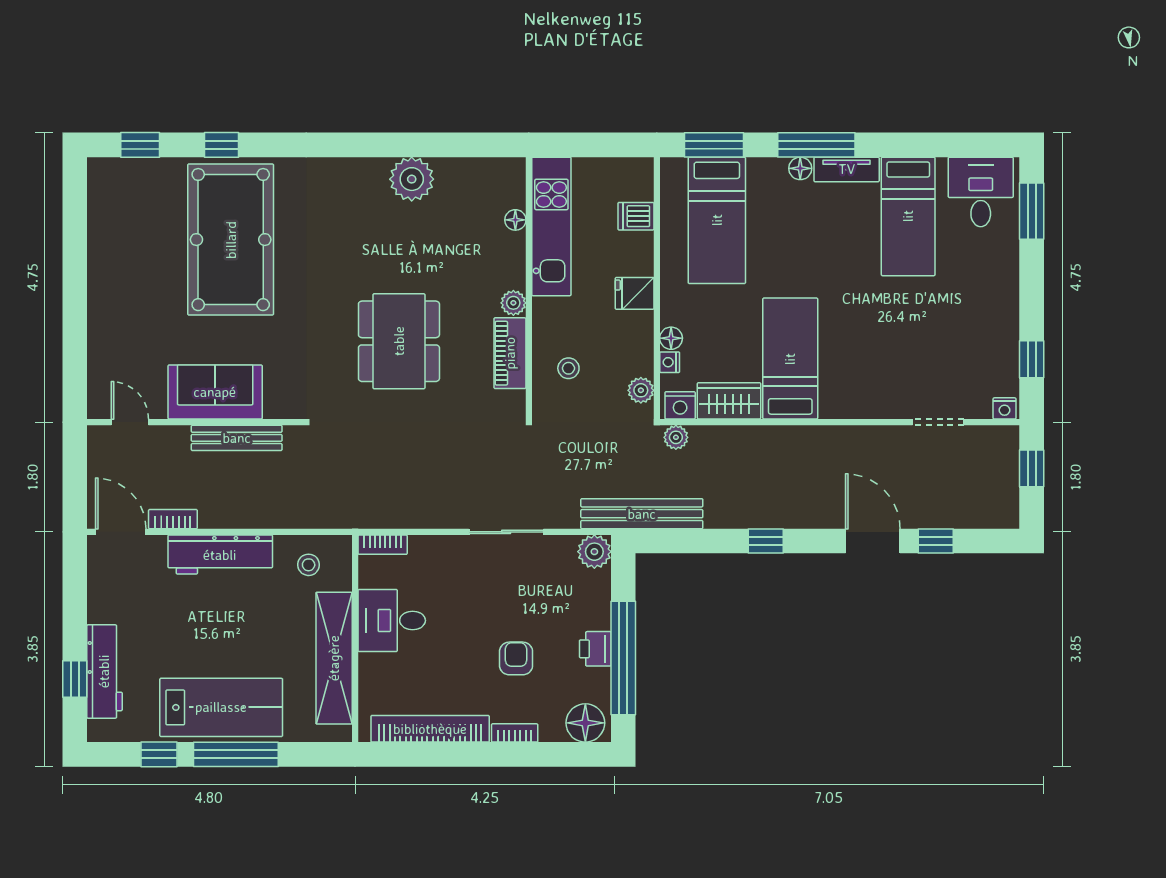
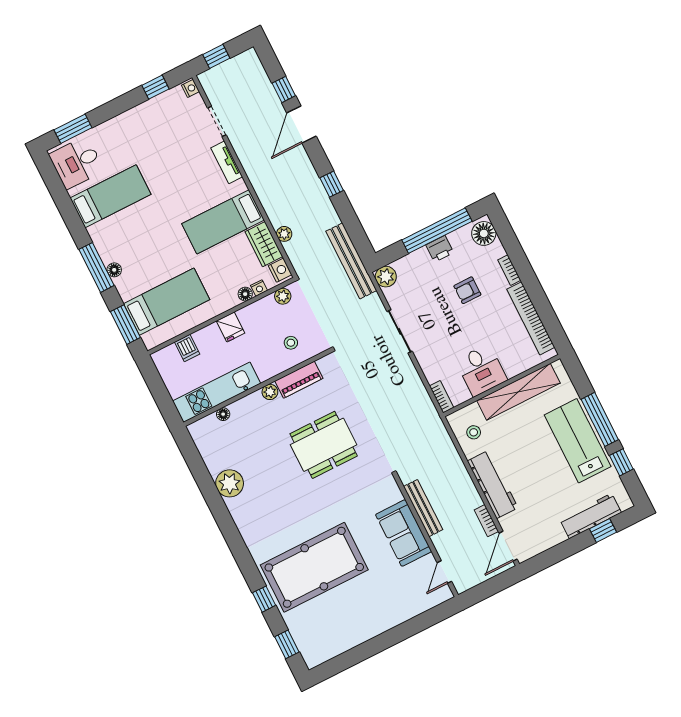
tv unit: (847, 169) -> (227, 162), moved, turned 180
plant: (676, 437) -> (284, 234), moved

